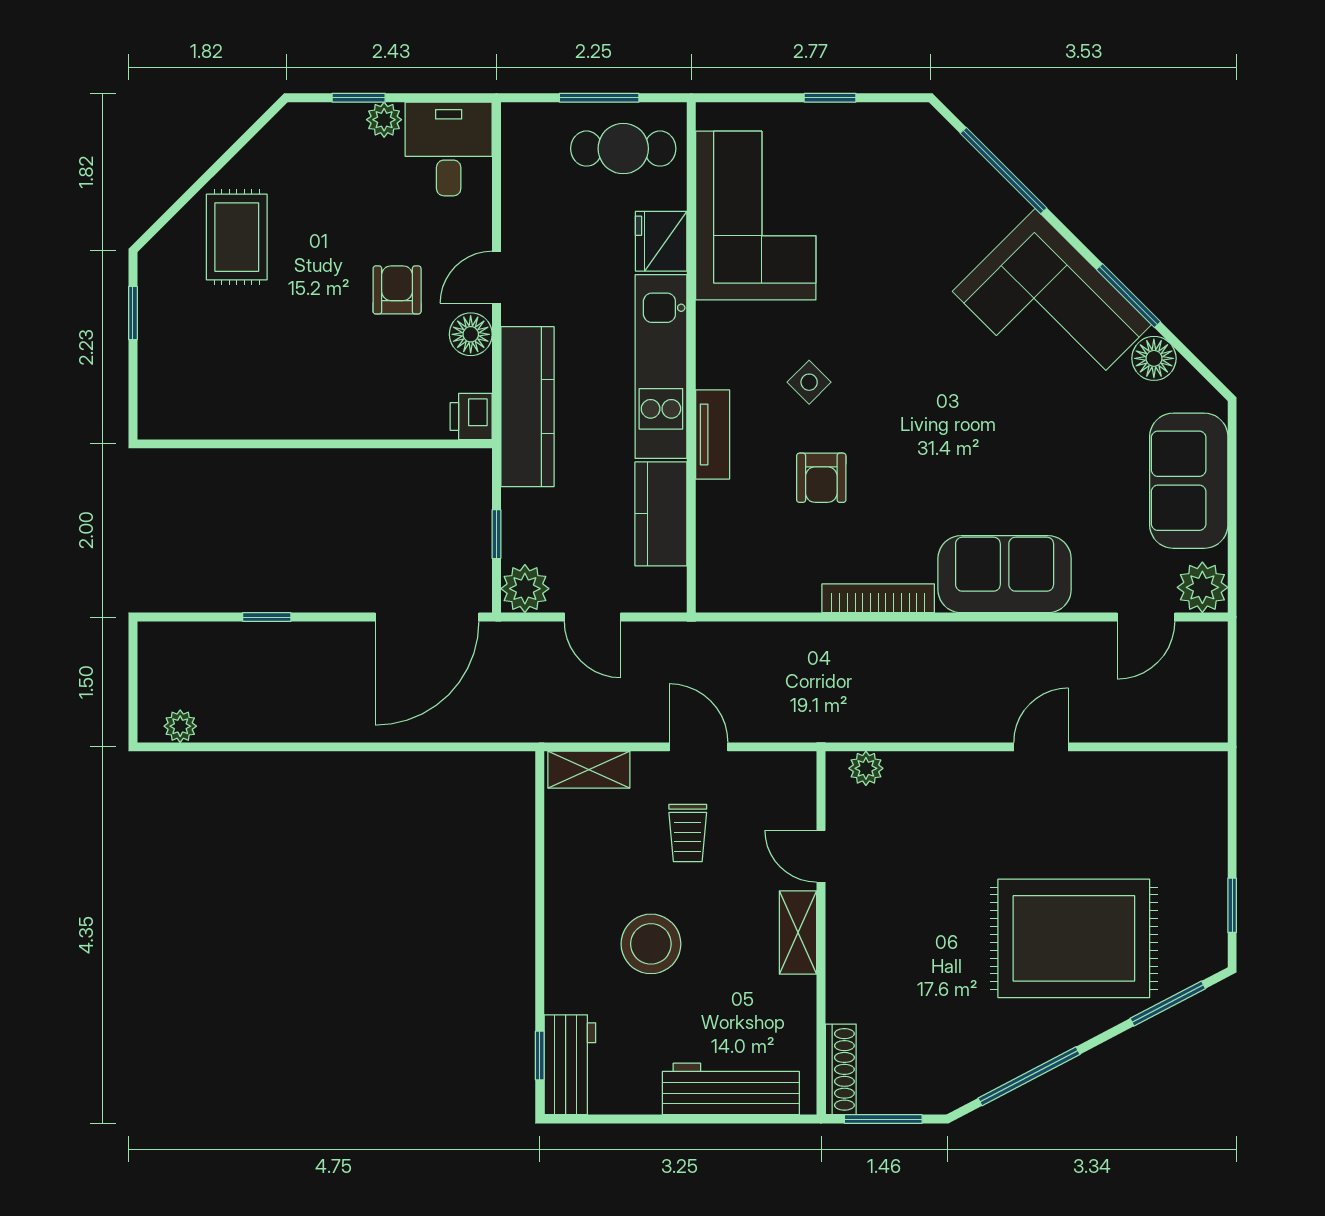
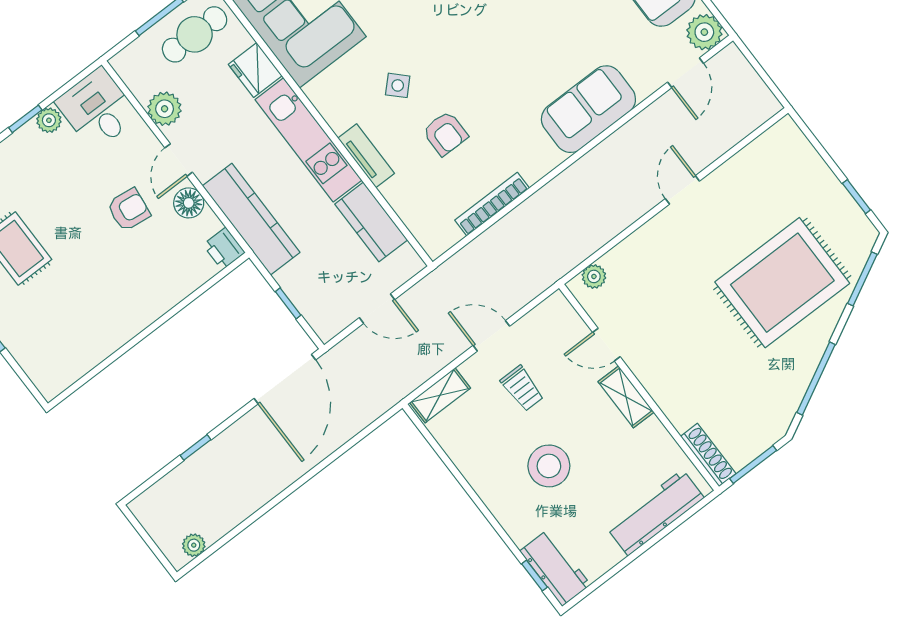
armchair: (397, 290) -> (129, 210), turned 97
plant: (525, 589) -> (165, 109), moved
bookcase: (878, 598) -> (492, 204), moved

